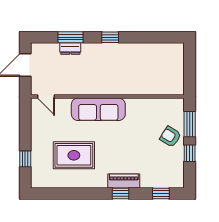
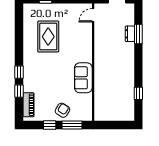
window: (110, 37) -> (138, 93), moved
sofa: (98, 109) -> (83, 78), moved, width x0.73
piano: (124, 181) -> (29, 105), moved
window: (161, 194) -> (19, 91), moved

